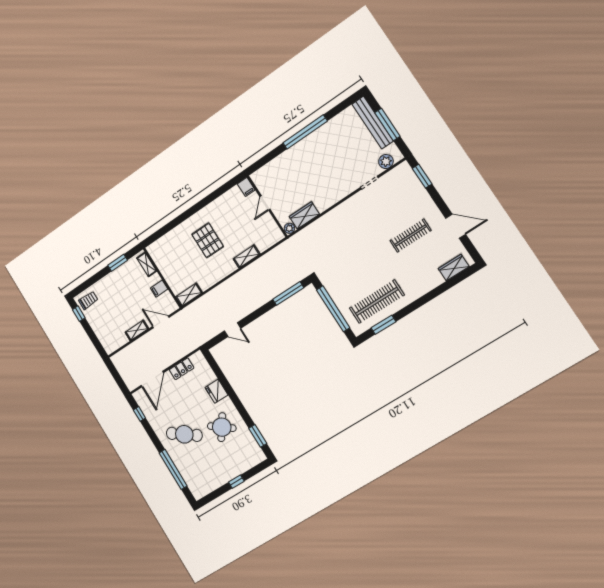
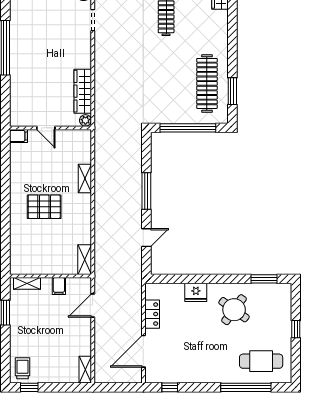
wardrobe: (304, 215) -> (83, 91), width x1.50
window: (288, 294) -> (146, 191), moved
shelving: (137, 330) -> (85, 370), moved
door: (152, 379) -> (143, 351), swing flipped
cafe table: (184, 434) -> (261, 361), moved, turned 55

